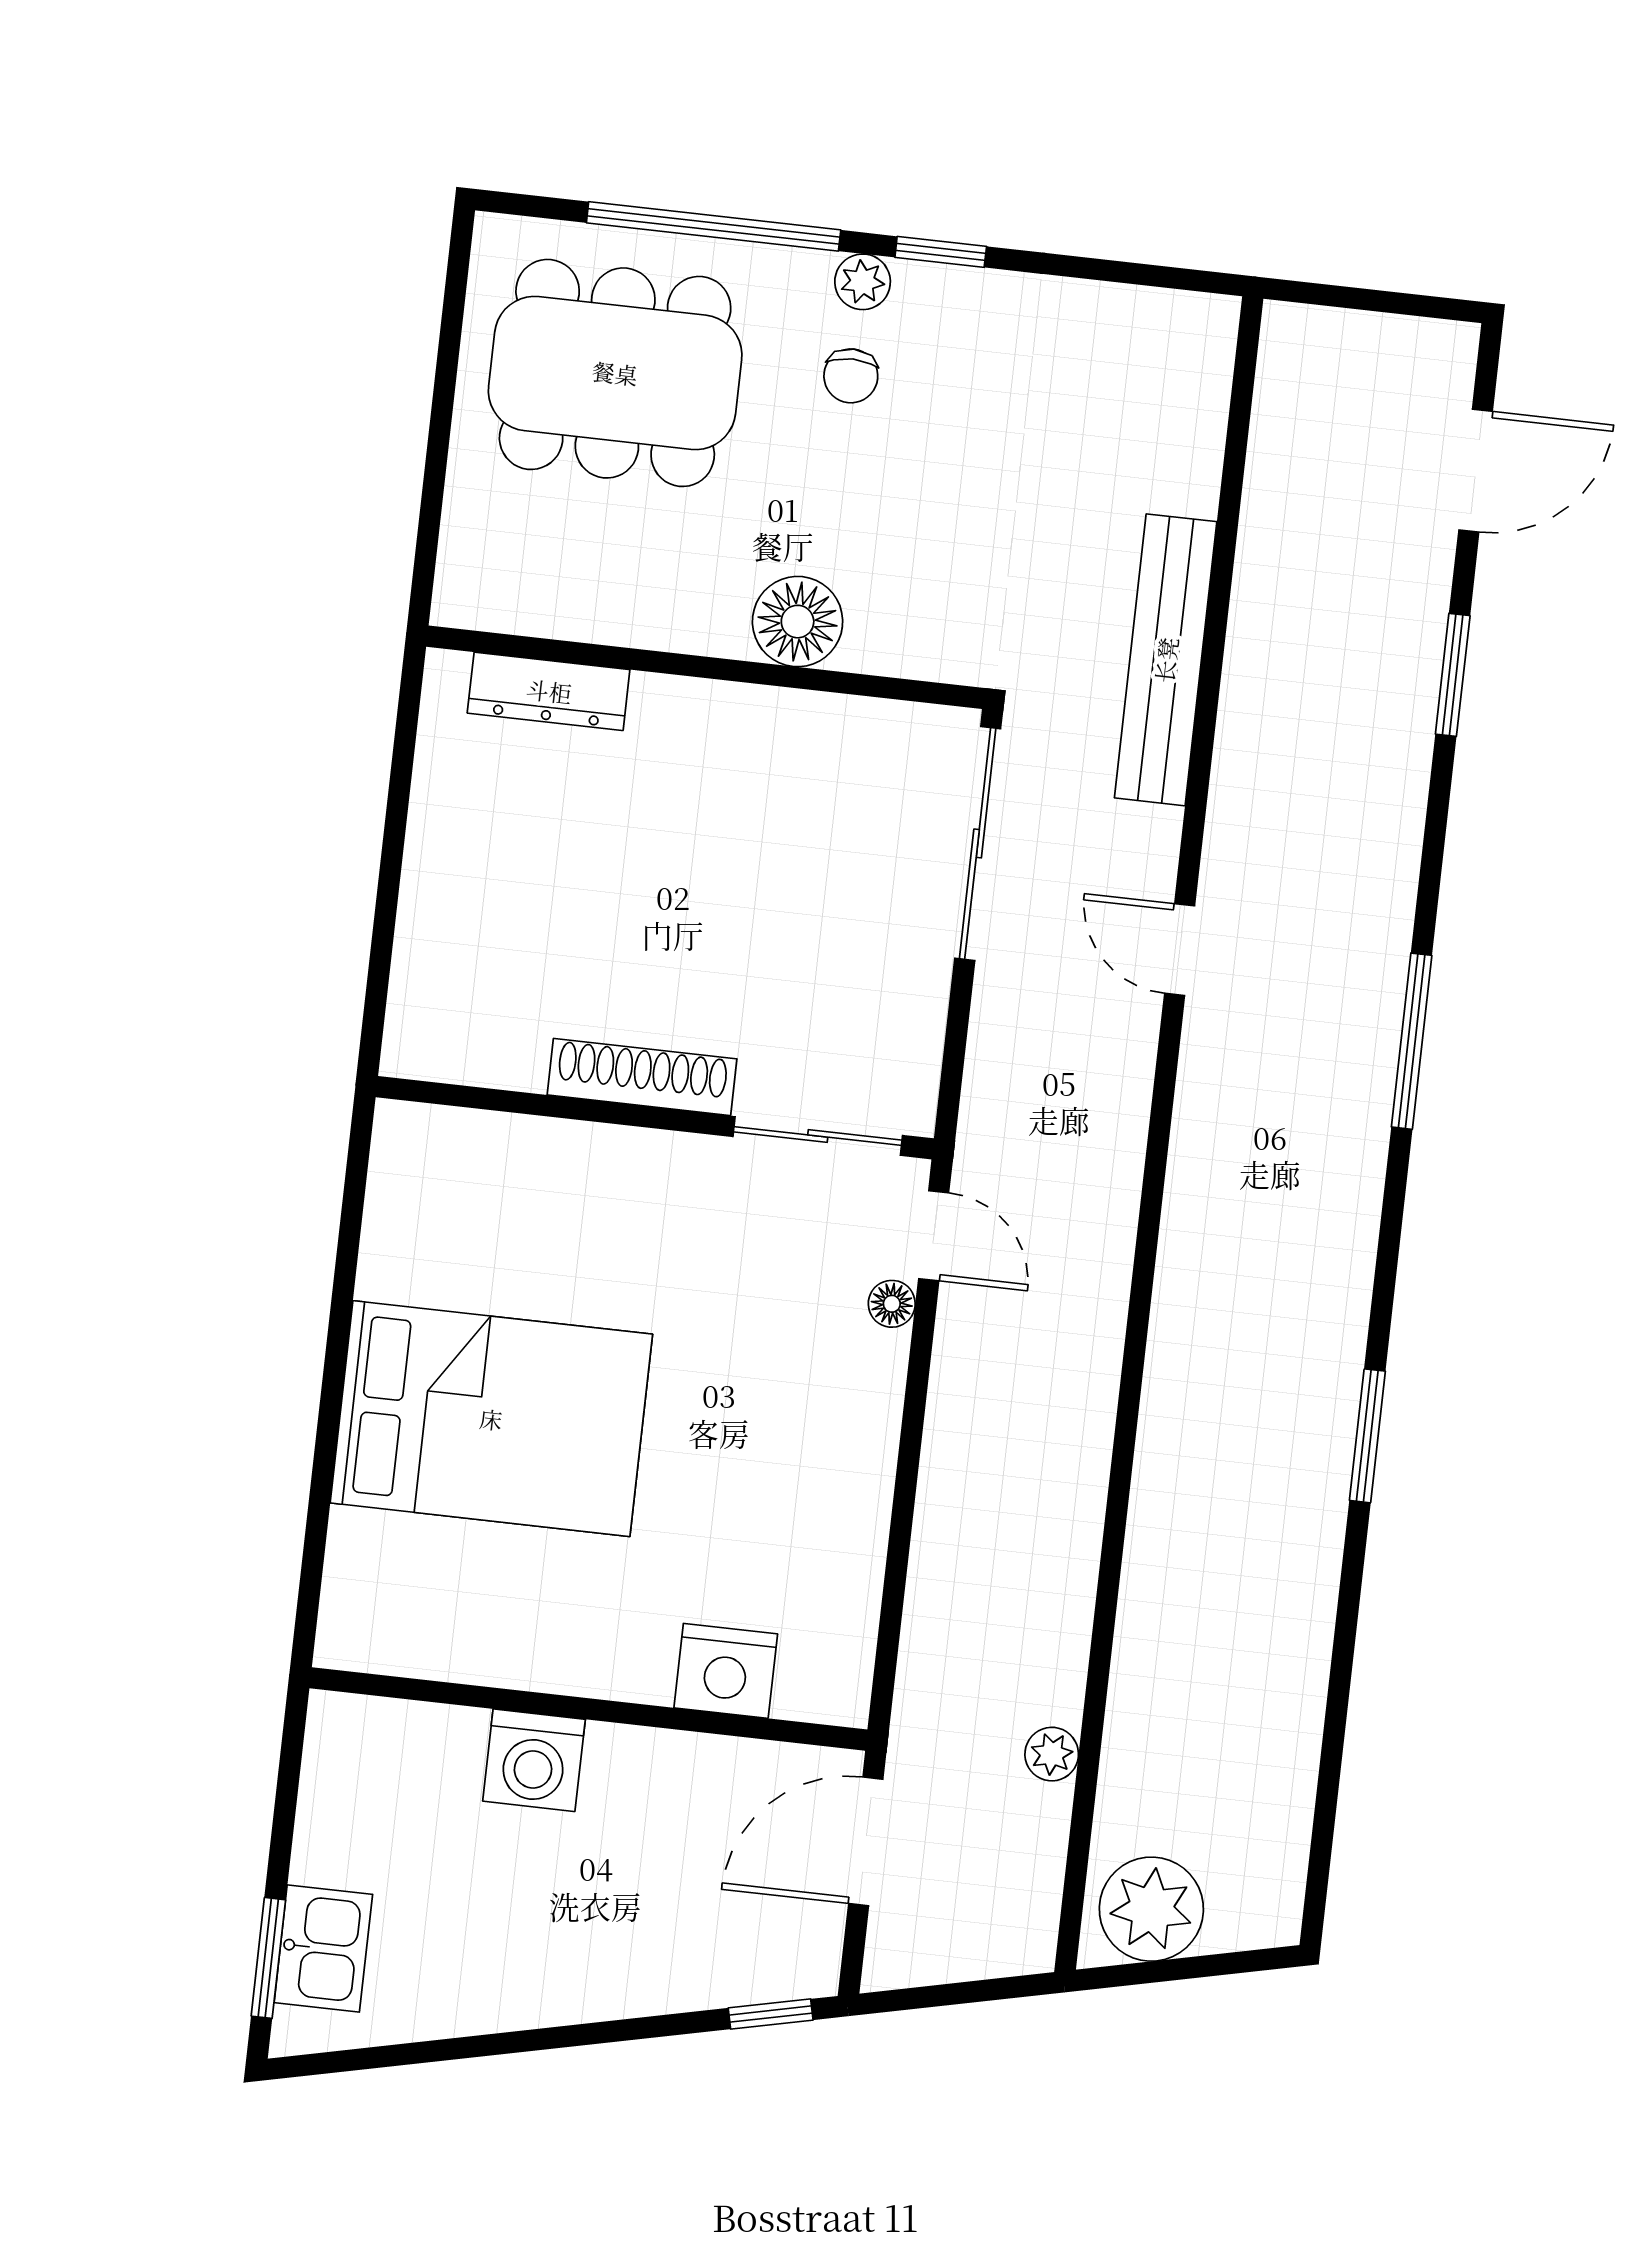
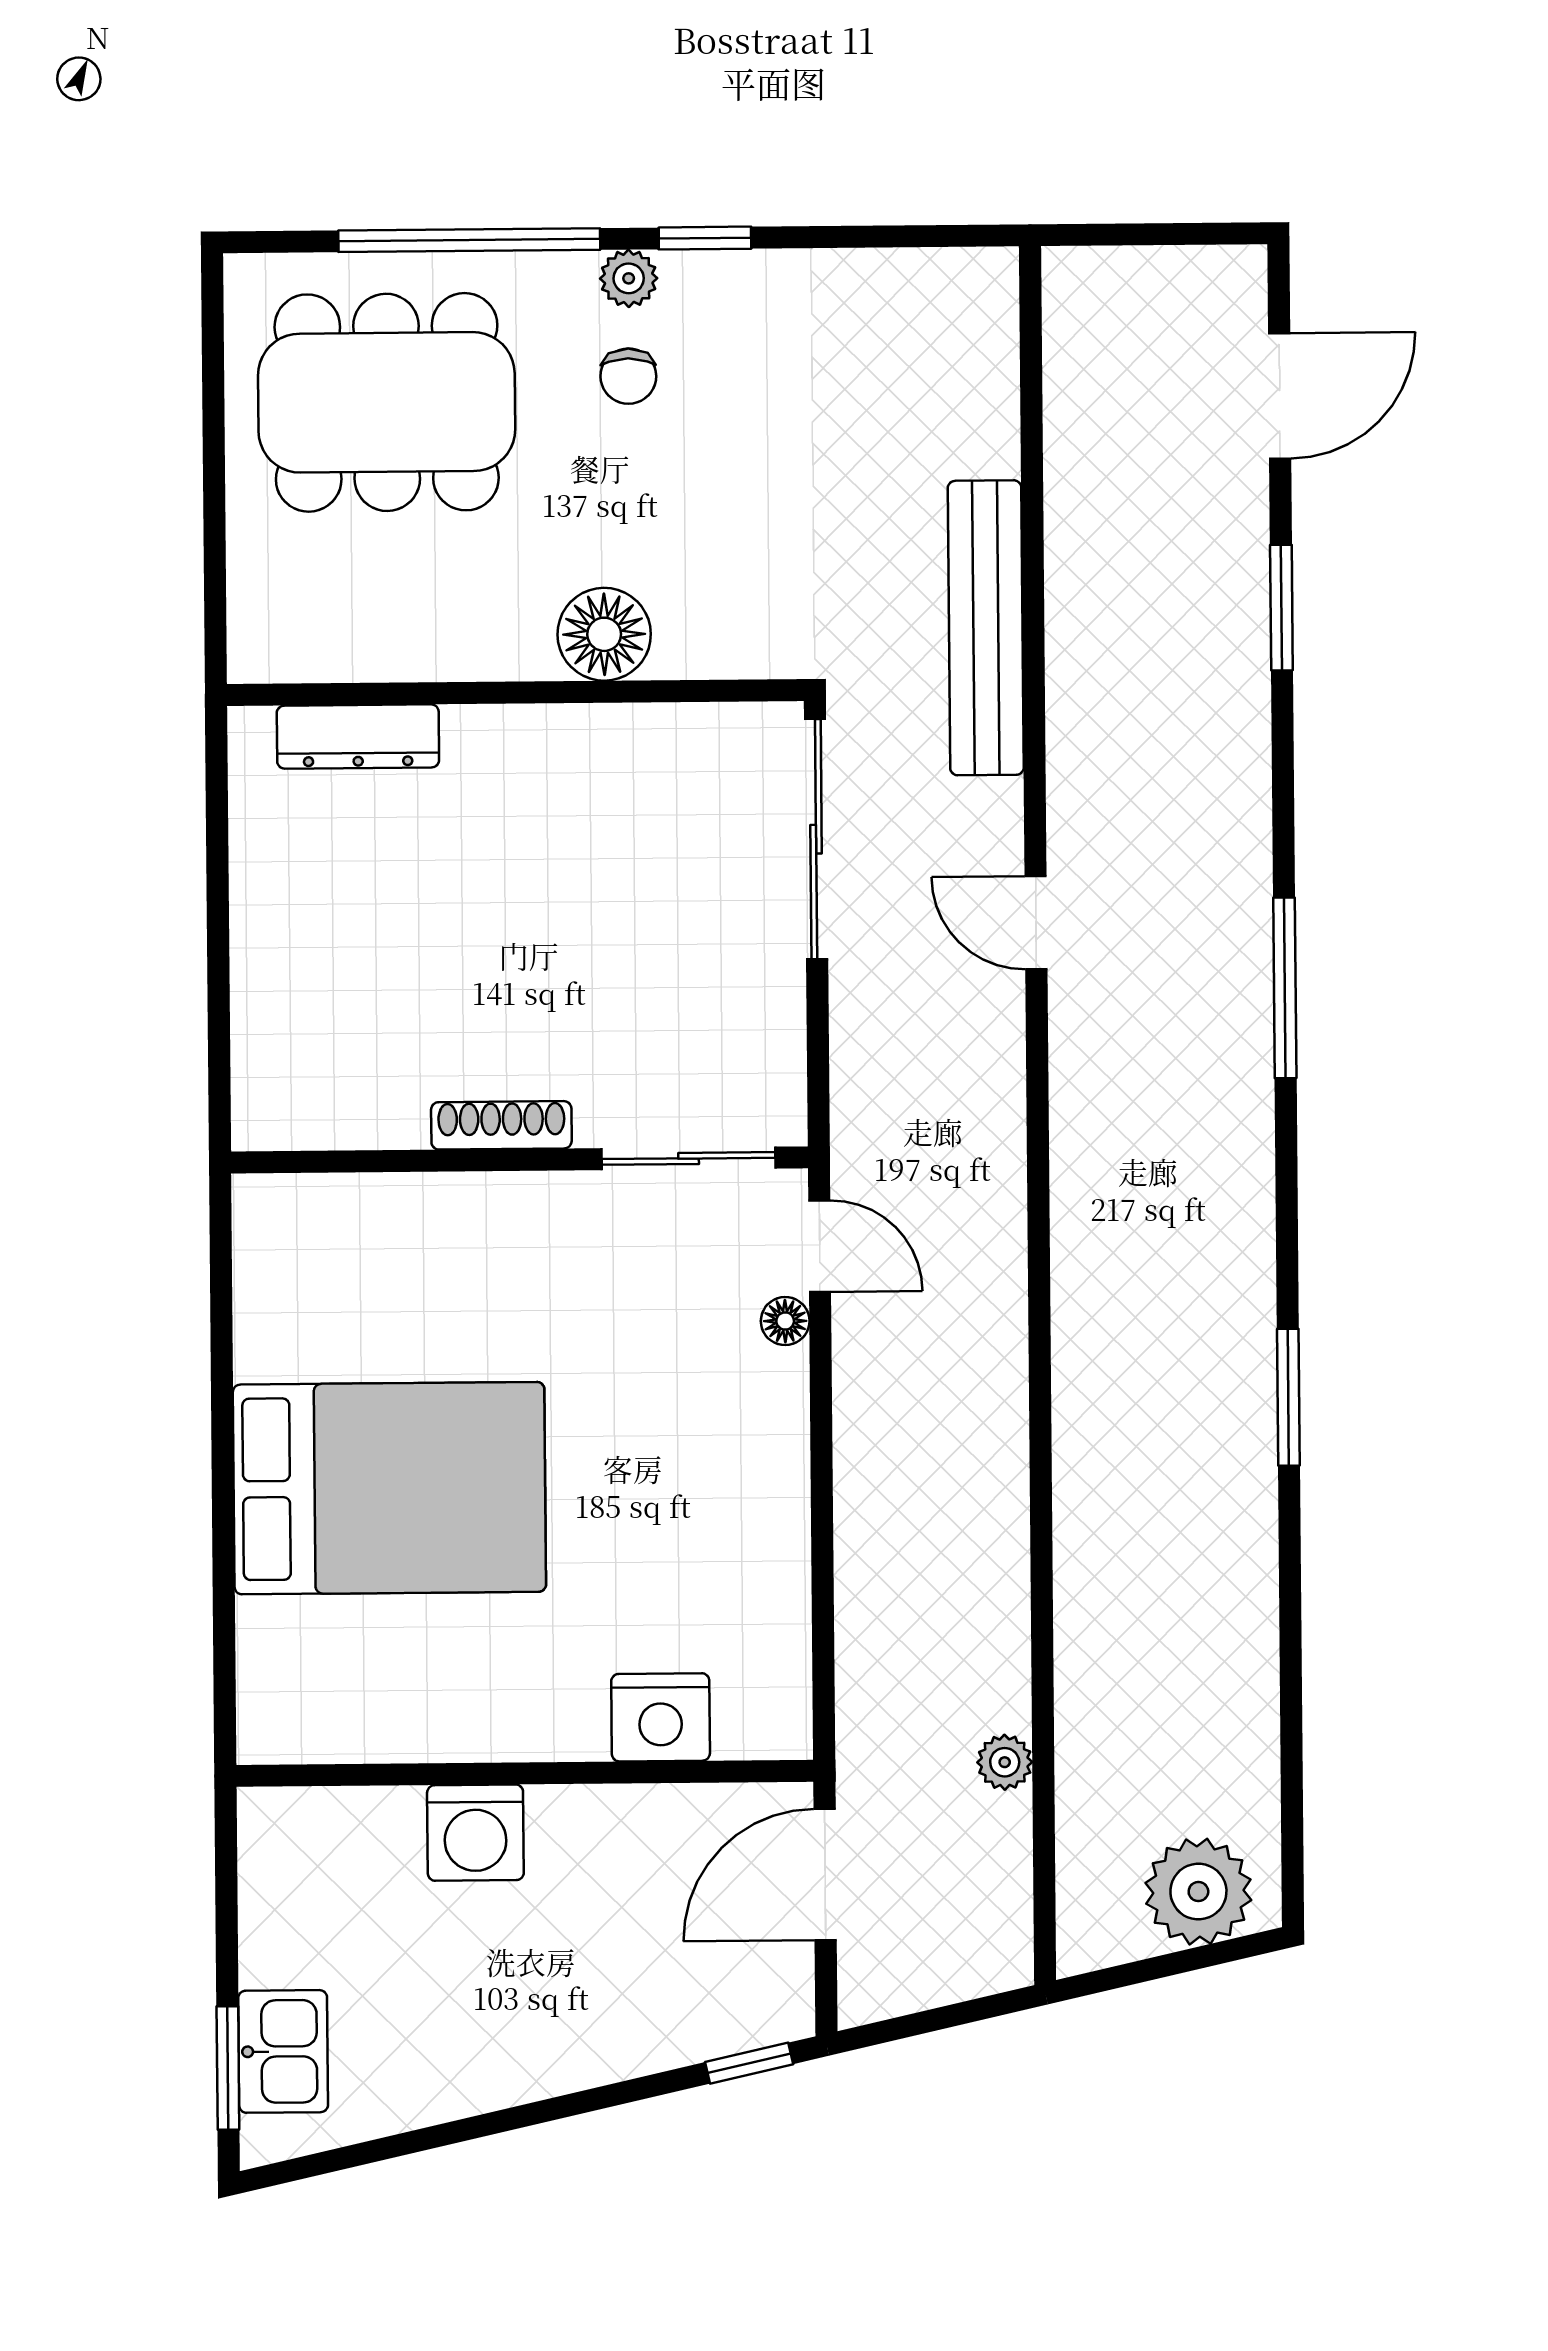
shoe rack: (642, 1077) -> (501, 1125), width x0.74, depth x0.81
plant: (1151, 1909) -> (1198, 1892), moved

